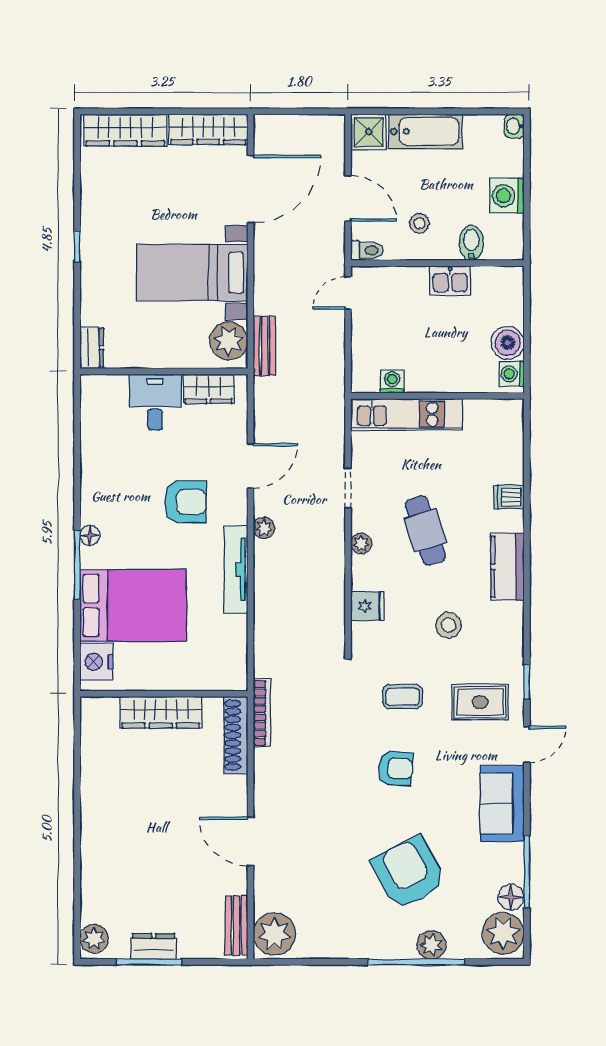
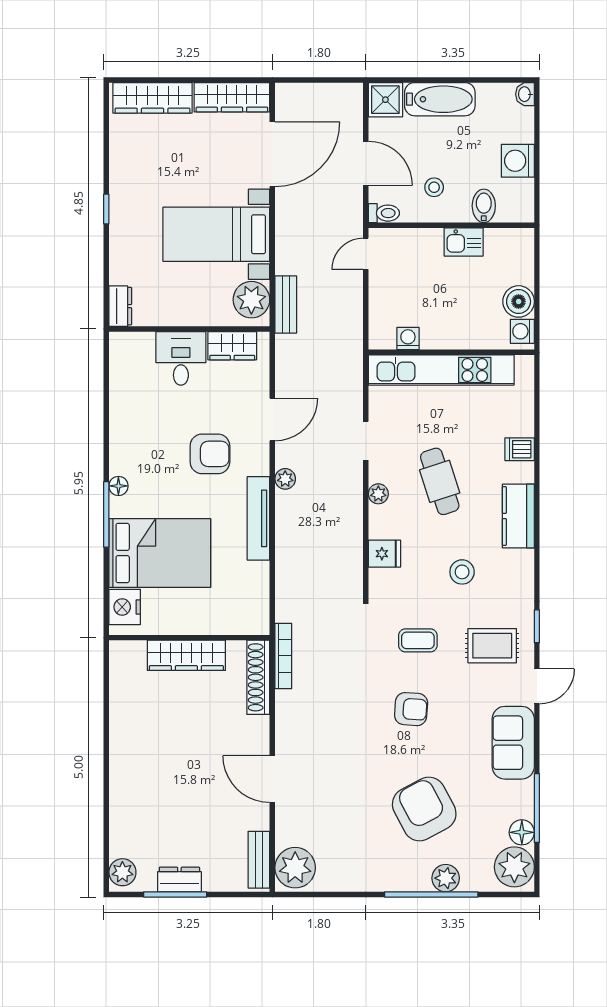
kitchen unit: (407, 414) -> (441, 370), width x1.36

